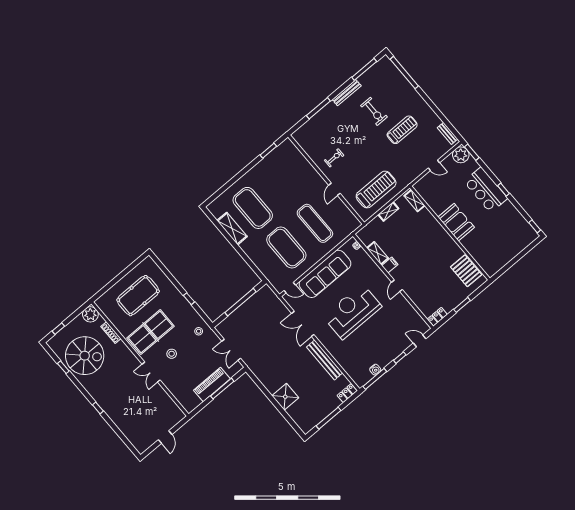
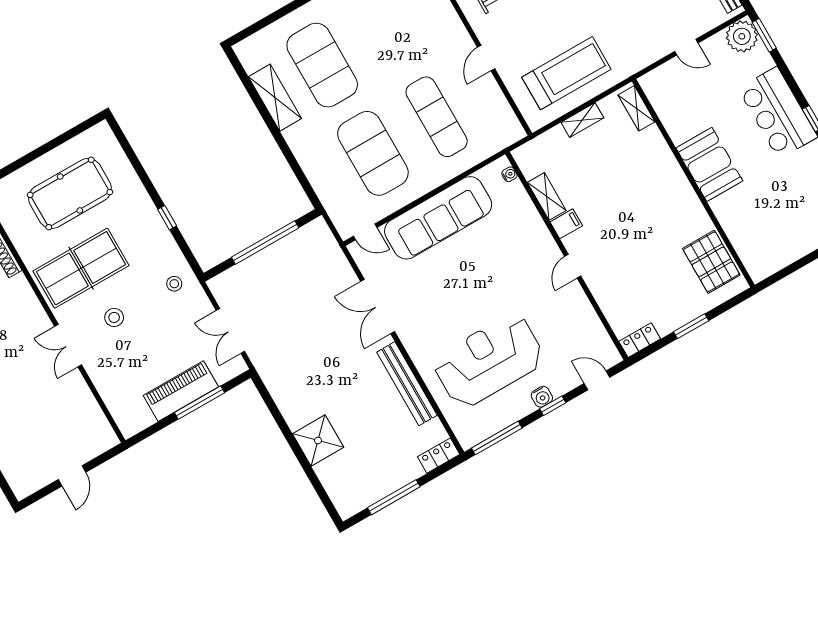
reception desk: (352, 311) -> (489, 361), moved
water cooler: (375, 370) -> (542, 397), moved

